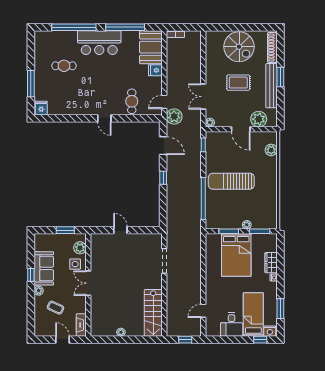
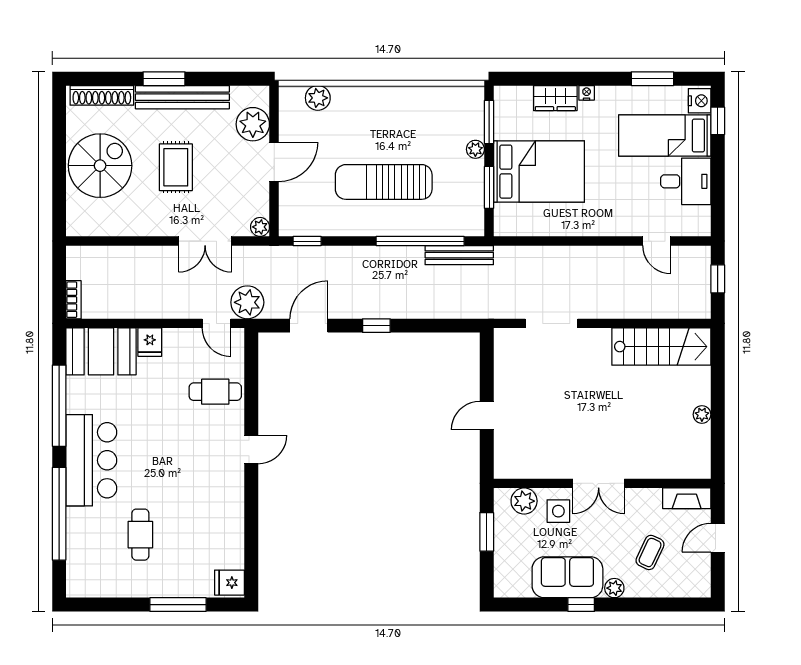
sun lounger: (231, 181) -> (384, 182), turned 90
bench: (197, 217) -> (459, 255), added

